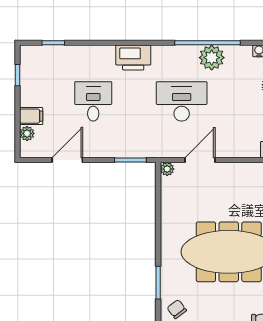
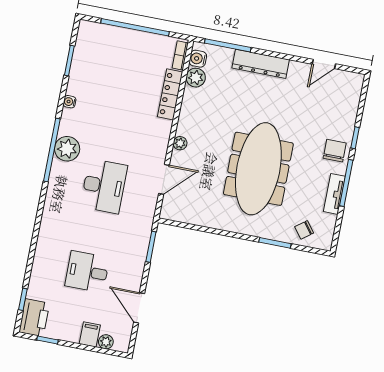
printer: (133, 57) -> (34, 318), moved
desk: (182, 101) -> (104, 186), turned 180
door: (200, 160) -> (164, 179), swing flipped
plant: (167, 169) -> (180, 143), moved

